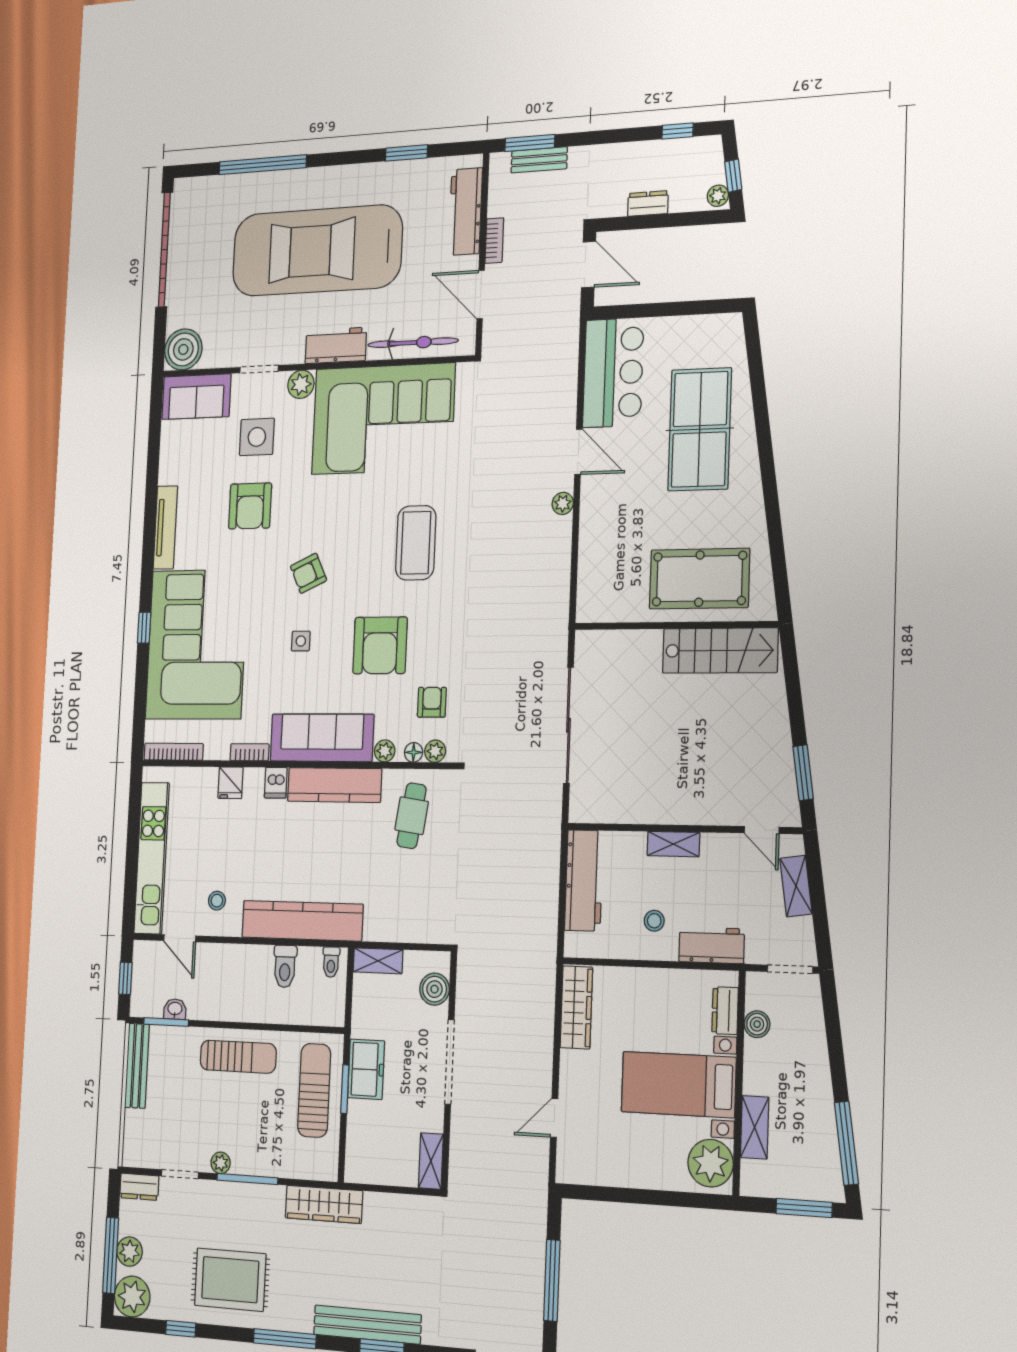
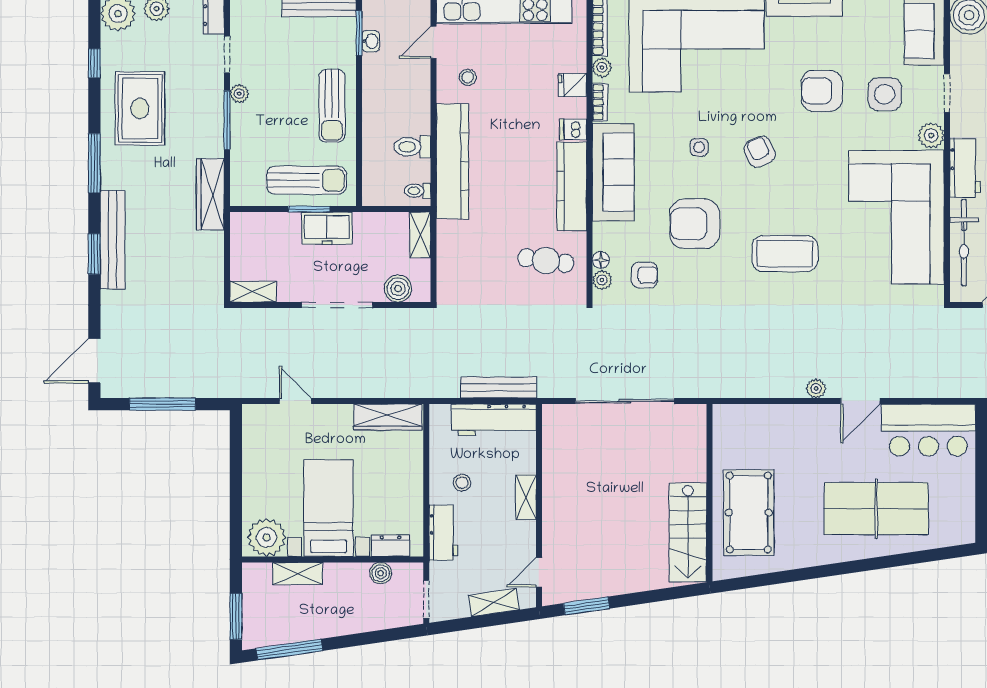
plant: (385, 751) -> (602, 67), moved
bench: (548, 874) -> (499, 388), added

